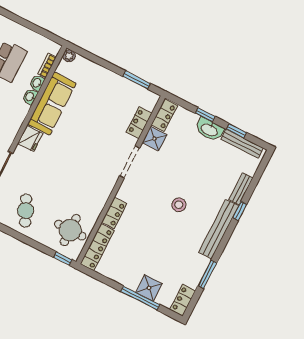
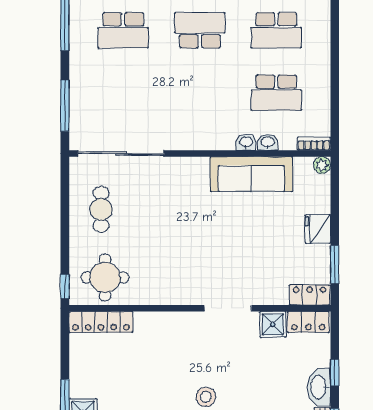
bookcase: (47, 65) -> (314, 144), moved
locker: (139, 123) -> (310, 295), moved
fridge: (30, 139) -> (318, 229), moved, turned 90
cafe table: (26, 211) -> (101, 209), turned -65
locker: (114, 213) -> (154, 321), removed

